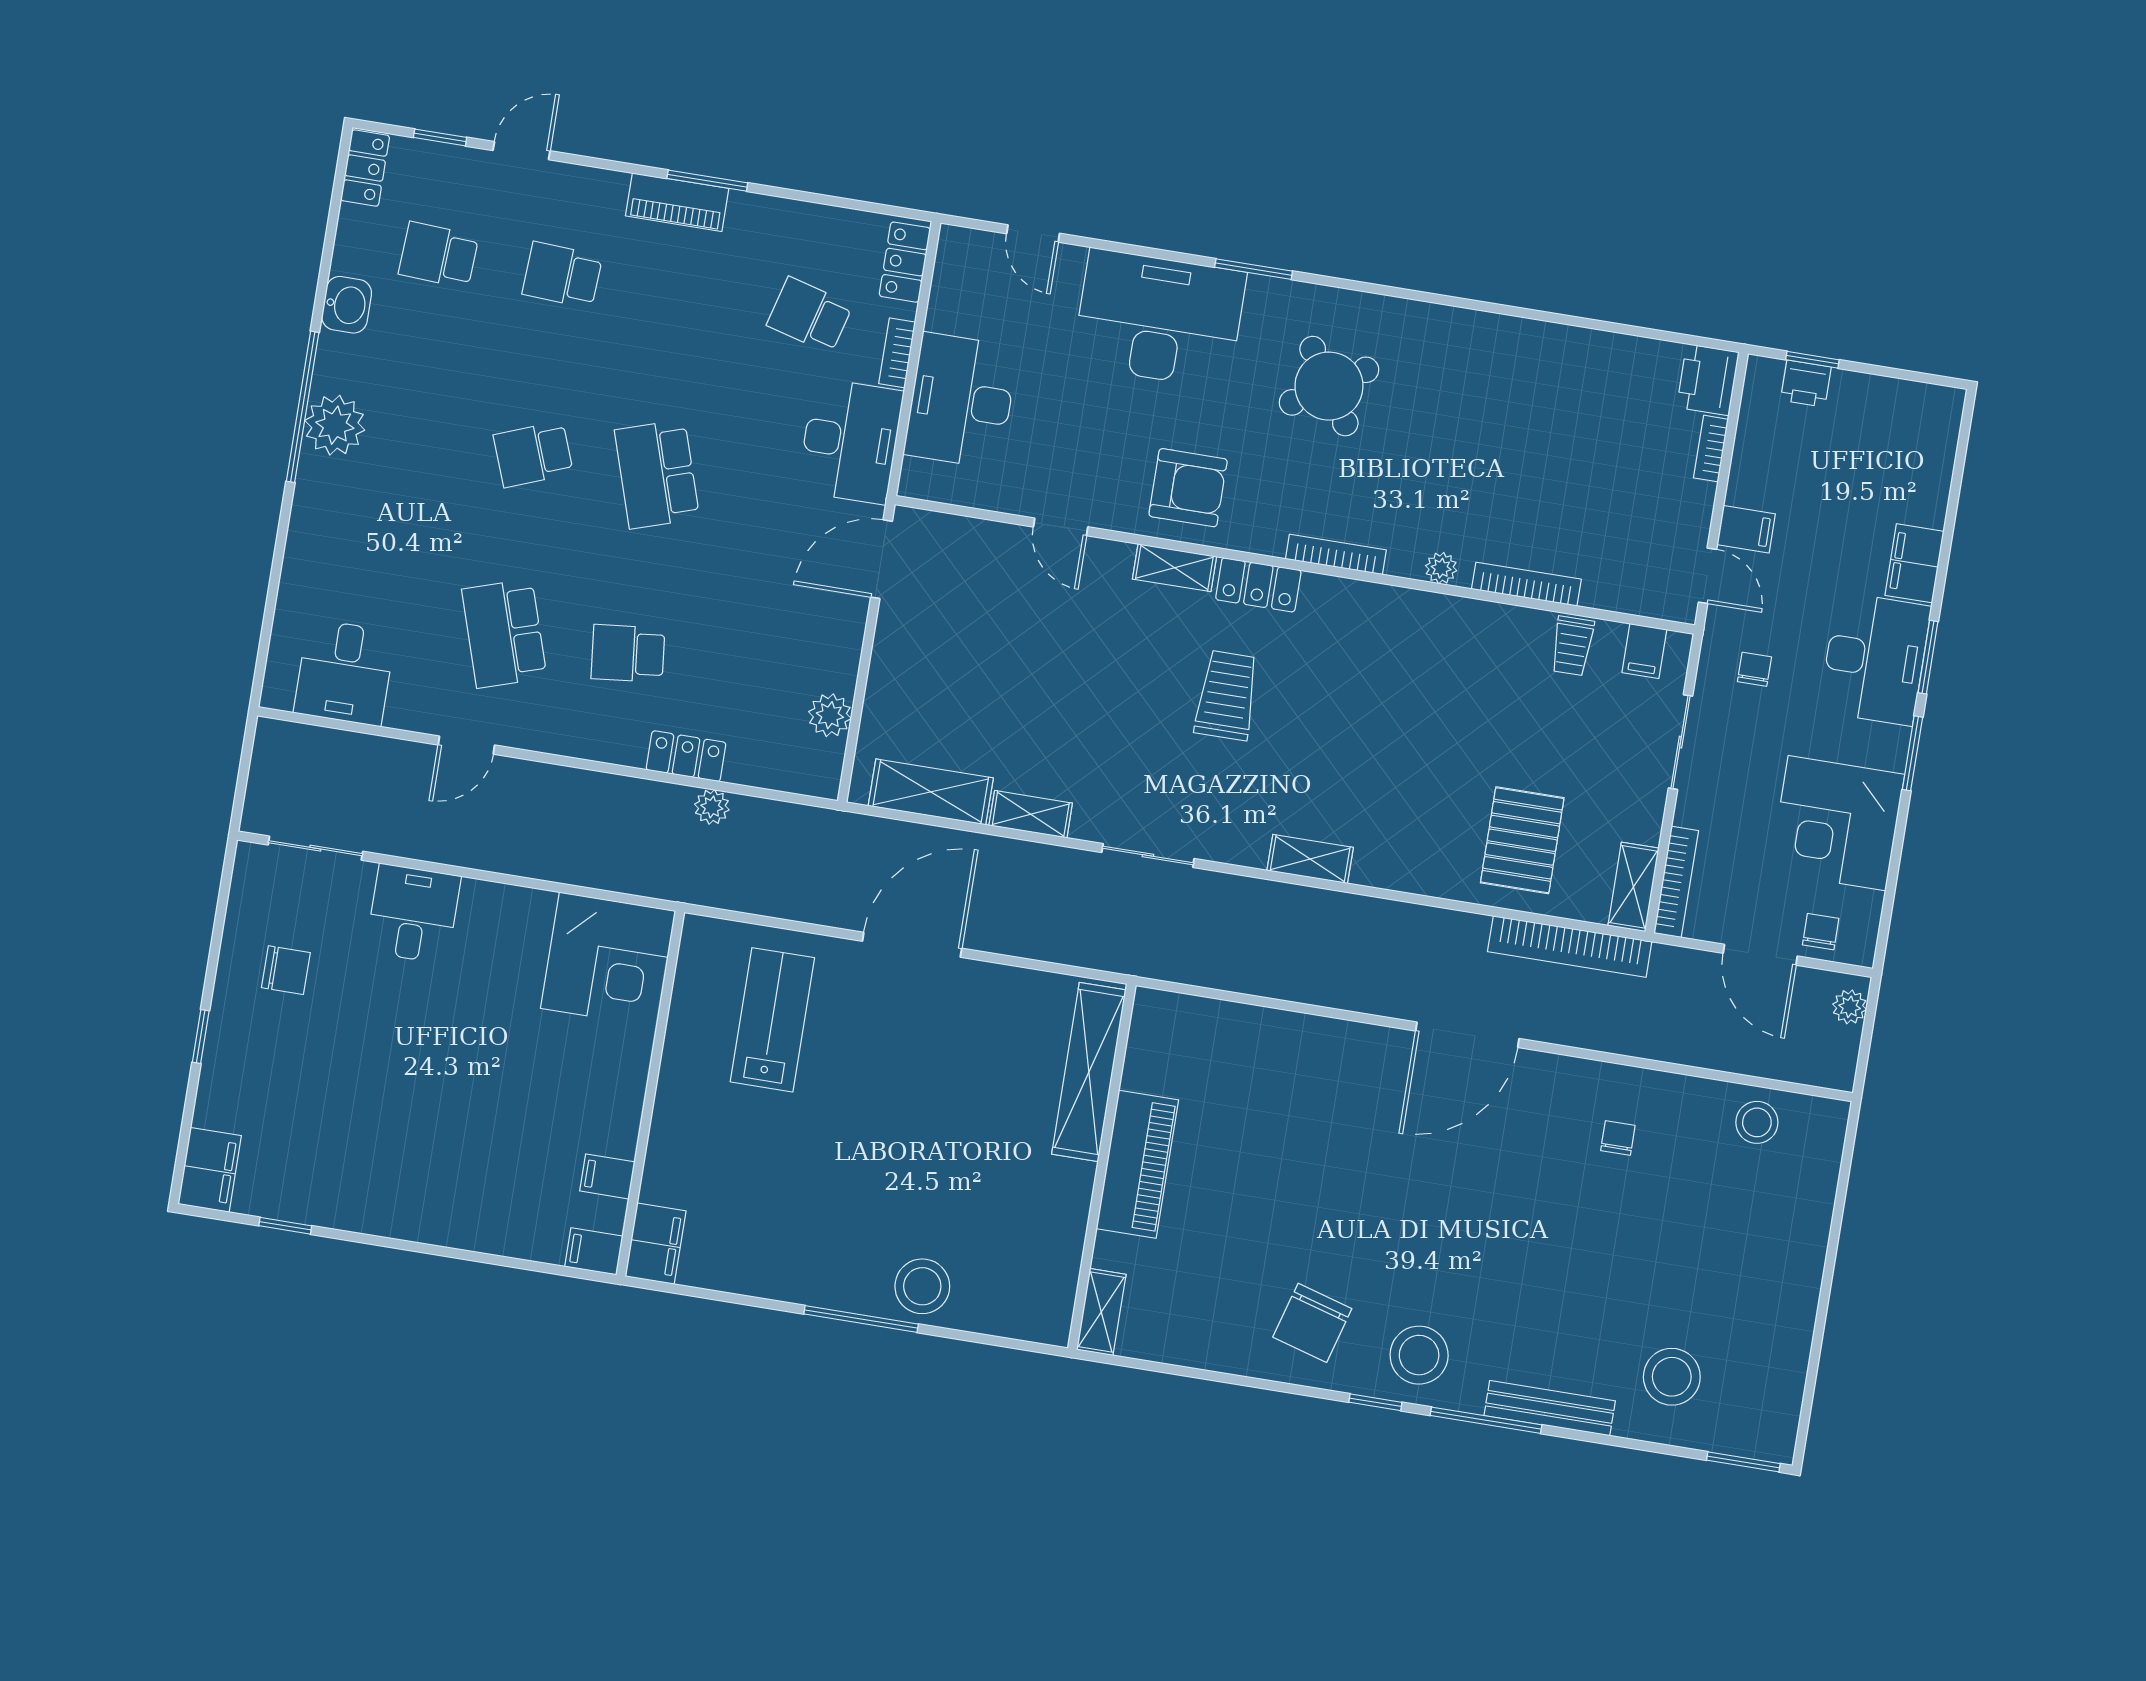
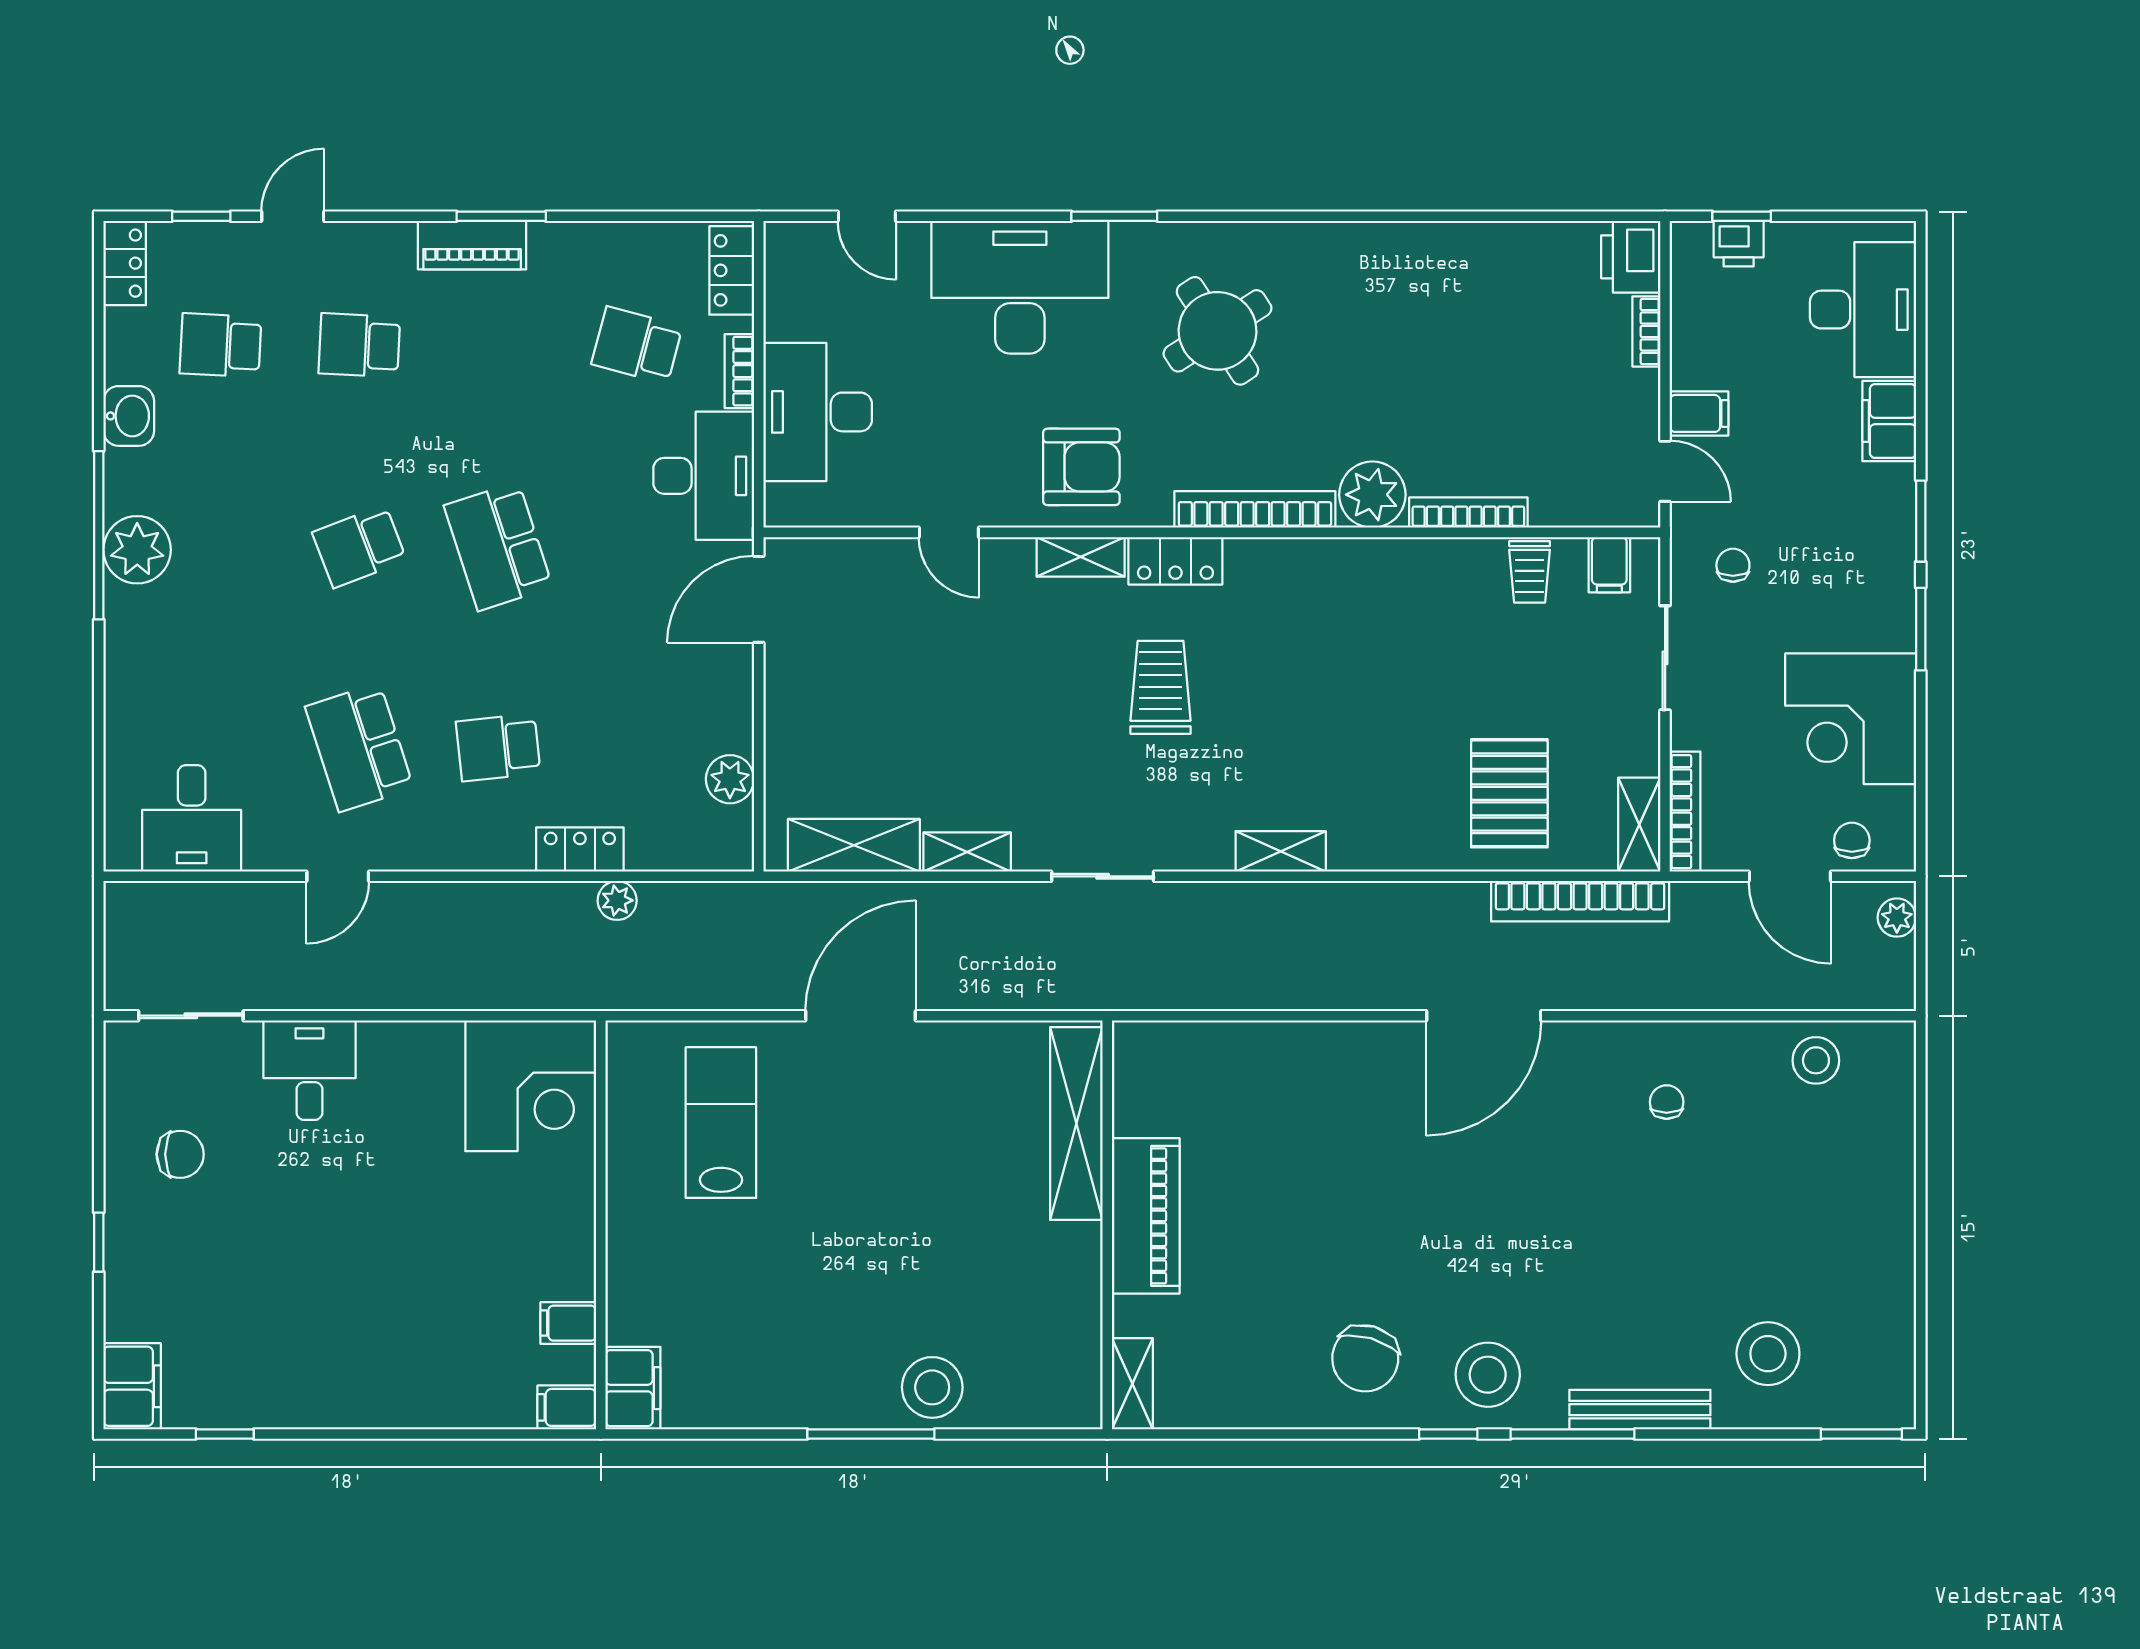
bookcase: (1336, 554) -> (1255, 509), width x1.48, depth x1.31
plant: (1441, 568) -> (1372, 495), width x1.88, depth x1.88
desk: (1875, 659) -> (1863, 310), moved

